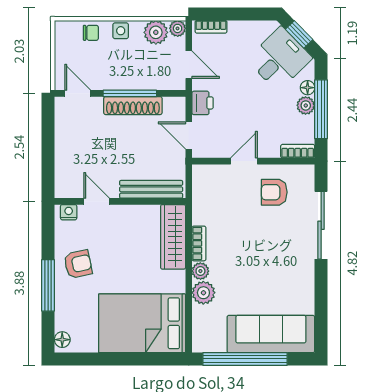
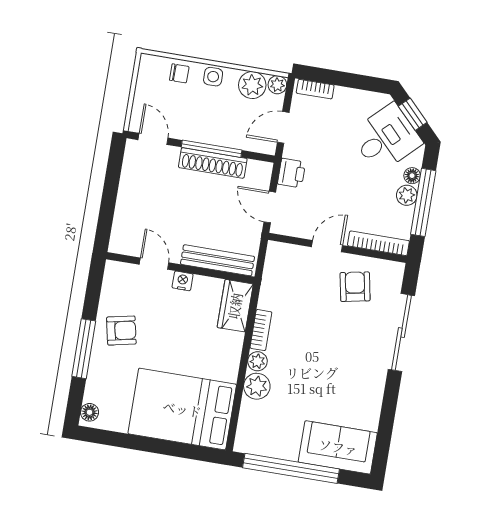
door: (189, 65) -> (283, 127), swing flipped
bookcase: (298, 151) -> (378, 243), width x1.56
armchair: (274, 192) -> (355, 287), turned 79
nightstand: (69, 212) -> (183, 281), moved
wardrobe: (173, 237) -> (235, 306), width x0.67
sofa: (271, 334) -> (338, 447), width x0.73

